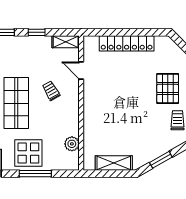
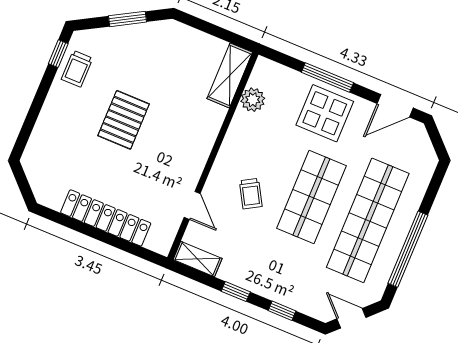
pallet: (168, 88) -> (124, 120), moved
shelving: (114, 163) -> (230, 75), moved, turned 90

